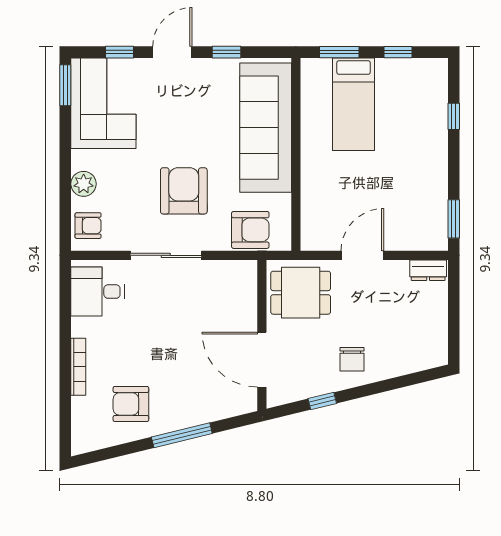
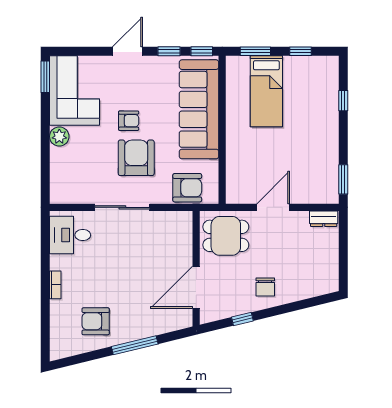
window: (119, 52) -> (202, 51), moved
plant: (84, 184) -> (59, 136), moved
armchair: (88, 226) -> (129, 121), moved
door: (262, 360) -> (196, 287), hinge flipped
bookcase: (78, 367) -> (55, 285), width x0.64

